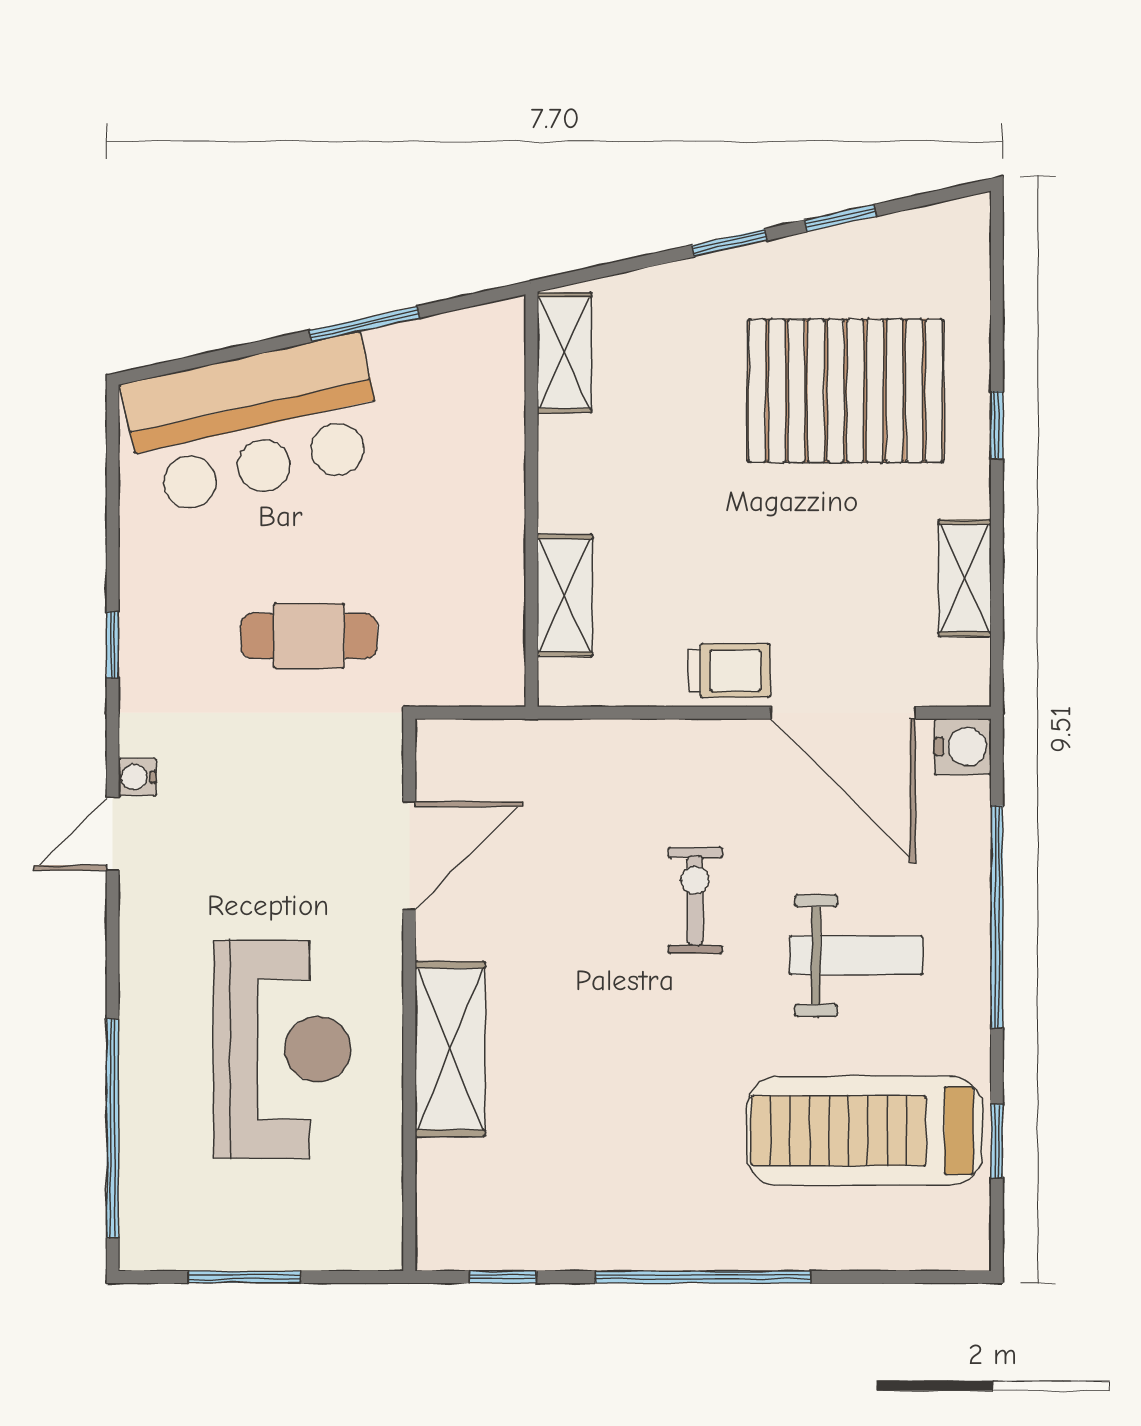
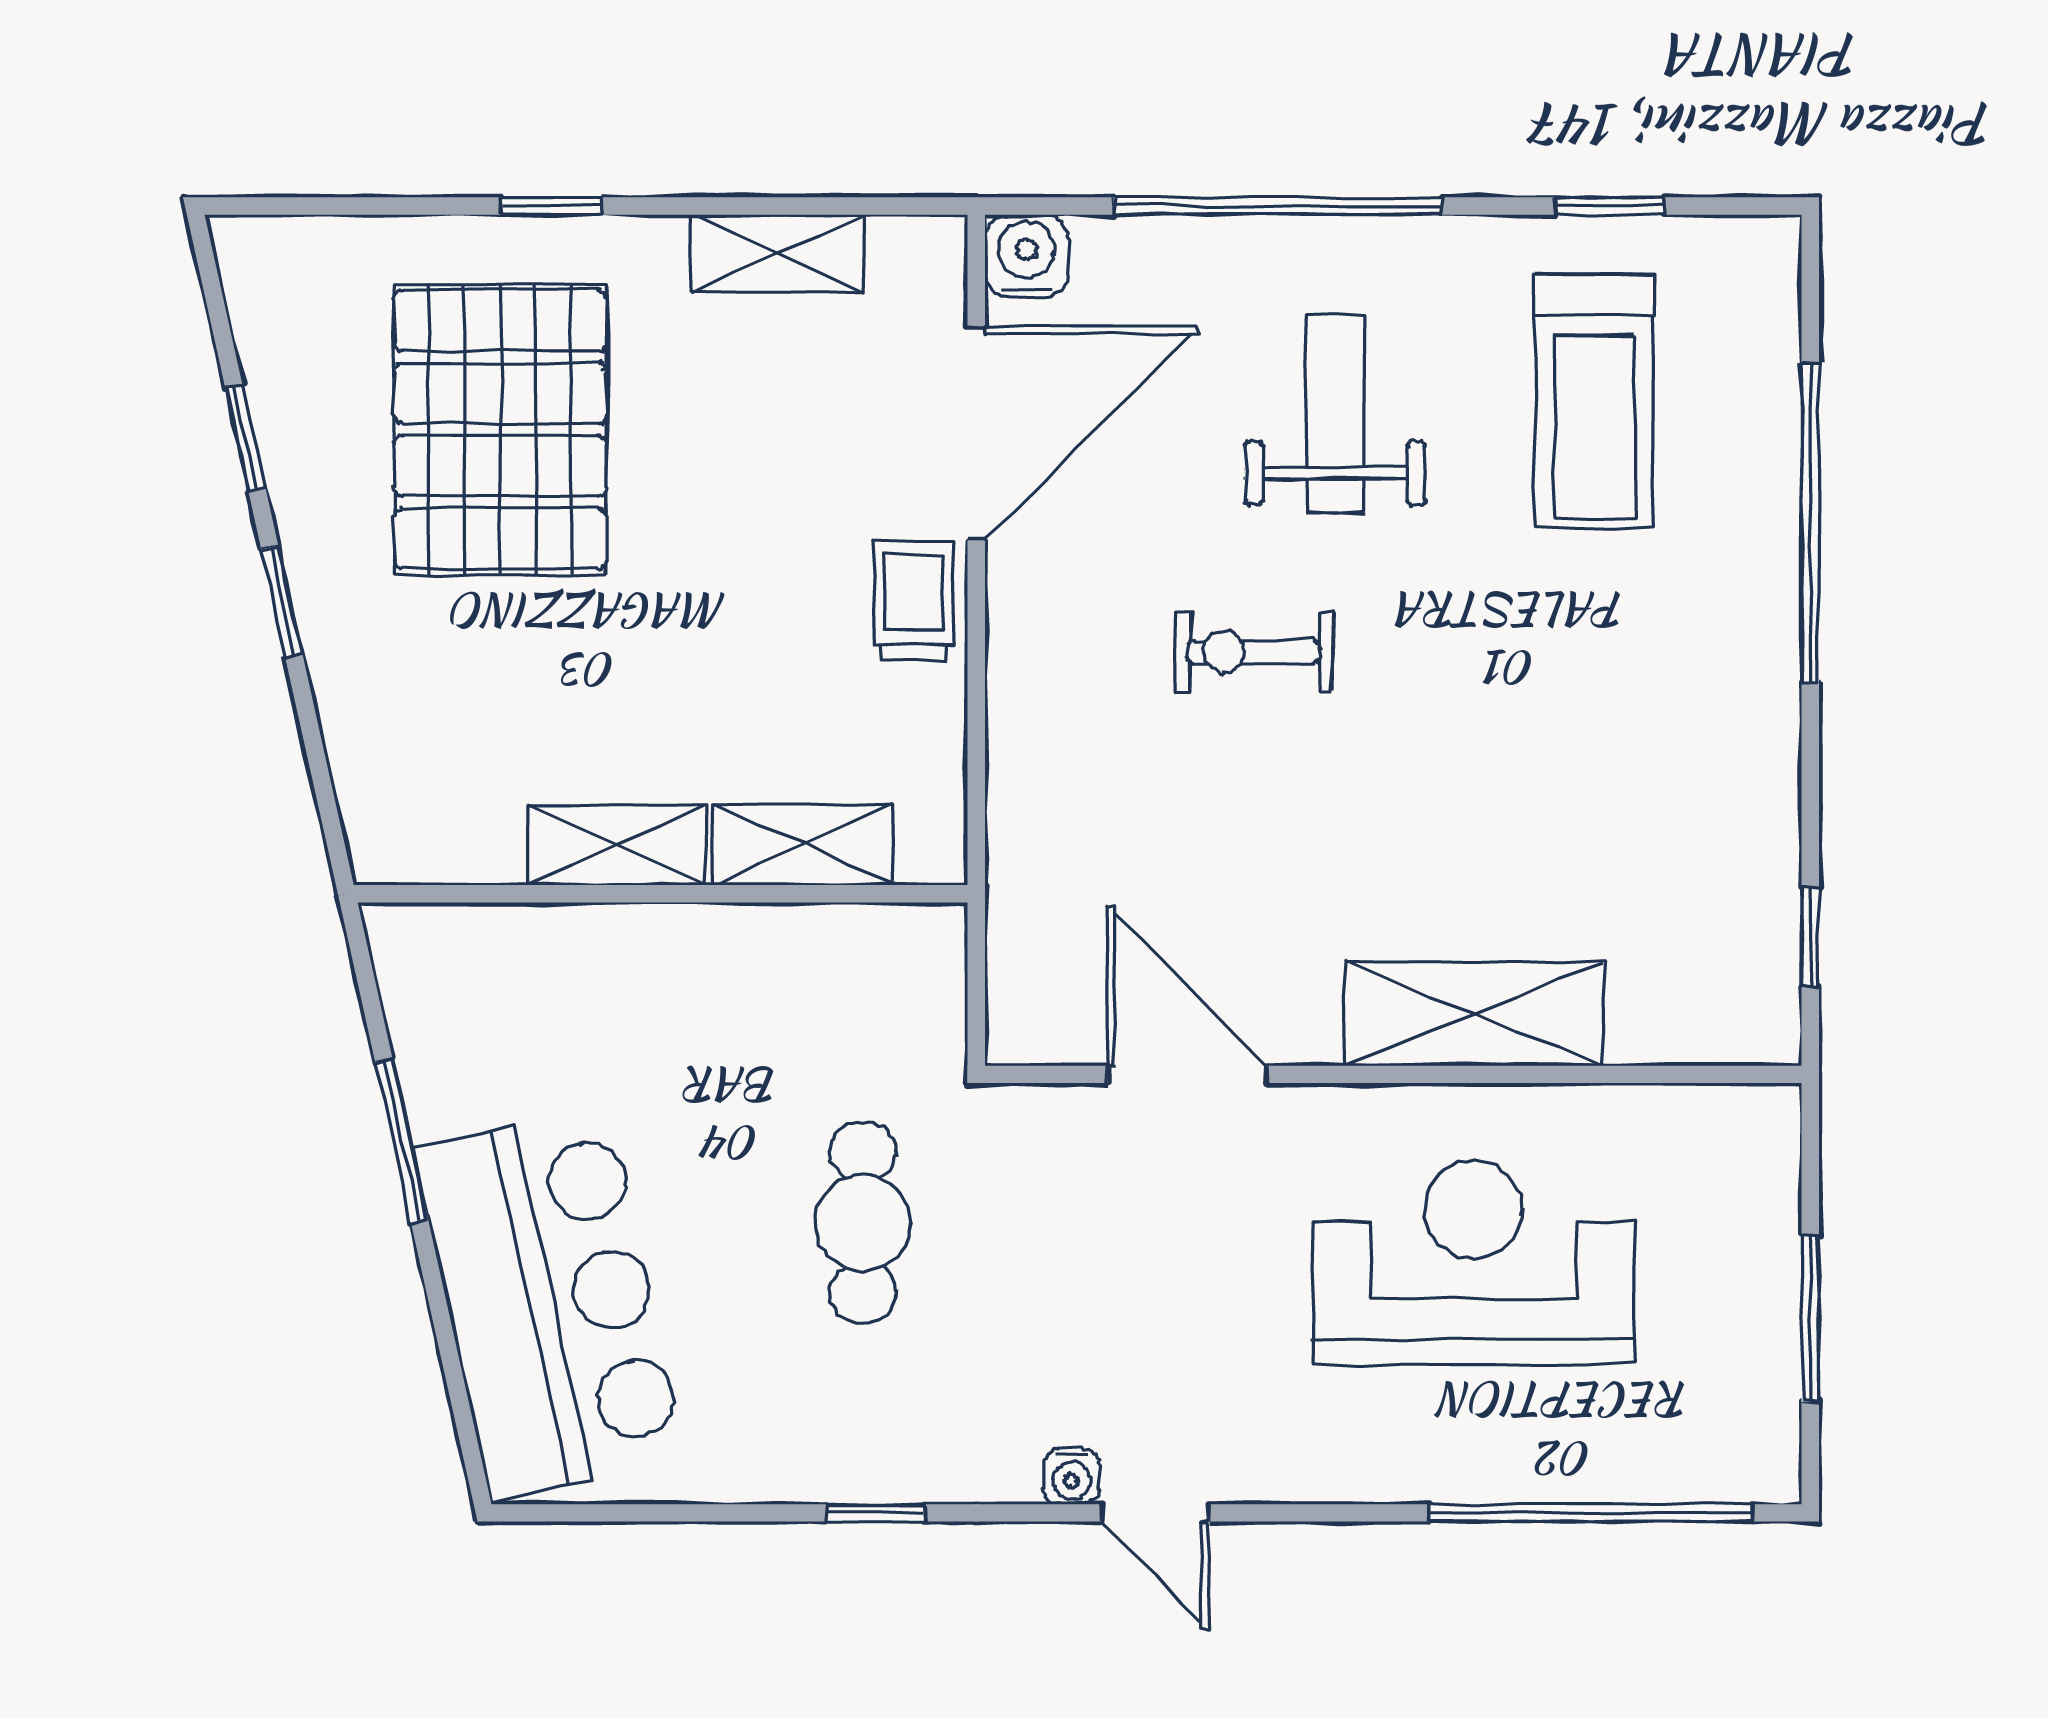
shelving: (564, 353) -> (617, 845), moved
treadmill: (864, 1131) -> (1594, 402), width x0.73, depth x0.73
window: (703, 1277) -> (1810, 523), moved

